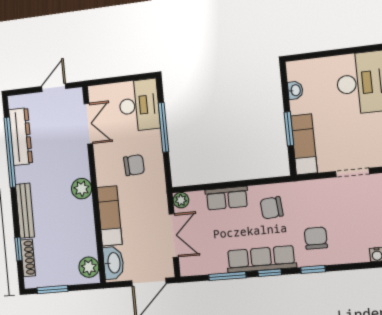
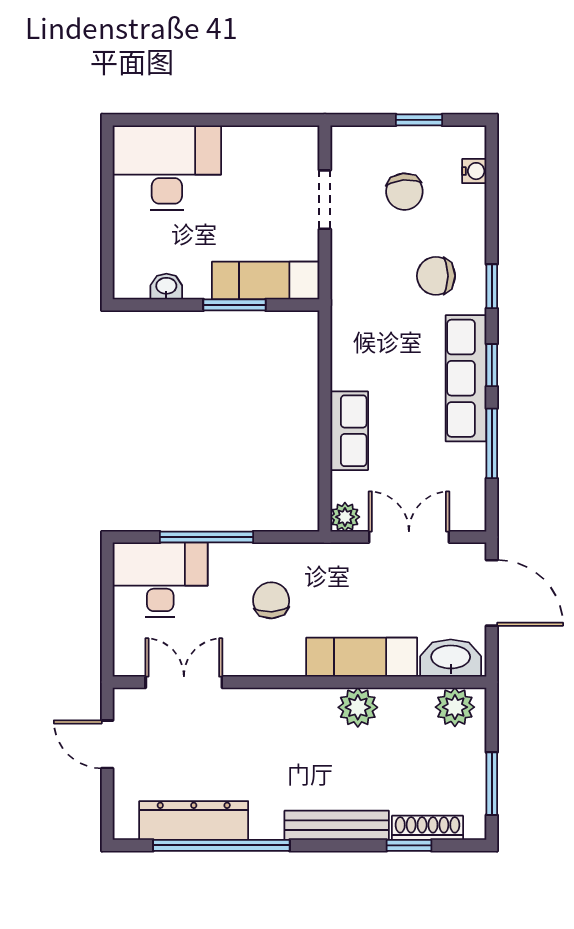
plant: (82, 189) -> (358, 707), moved
chair: (272, 208) -> (404, 192), moved

